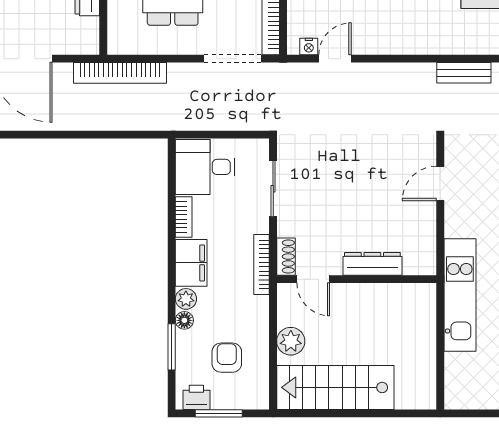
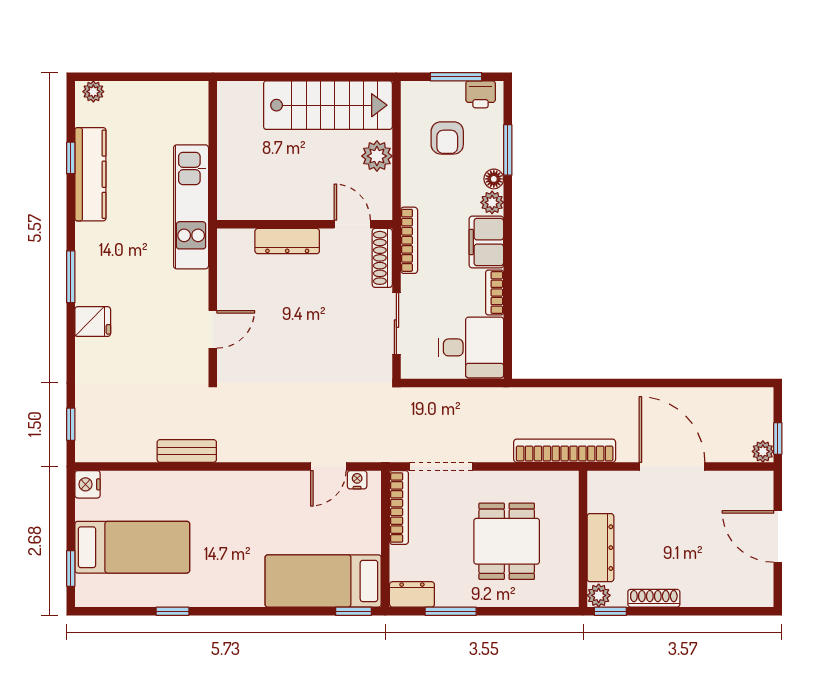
shoe rack: (286, 257) -> (382, 258), width x1.43

